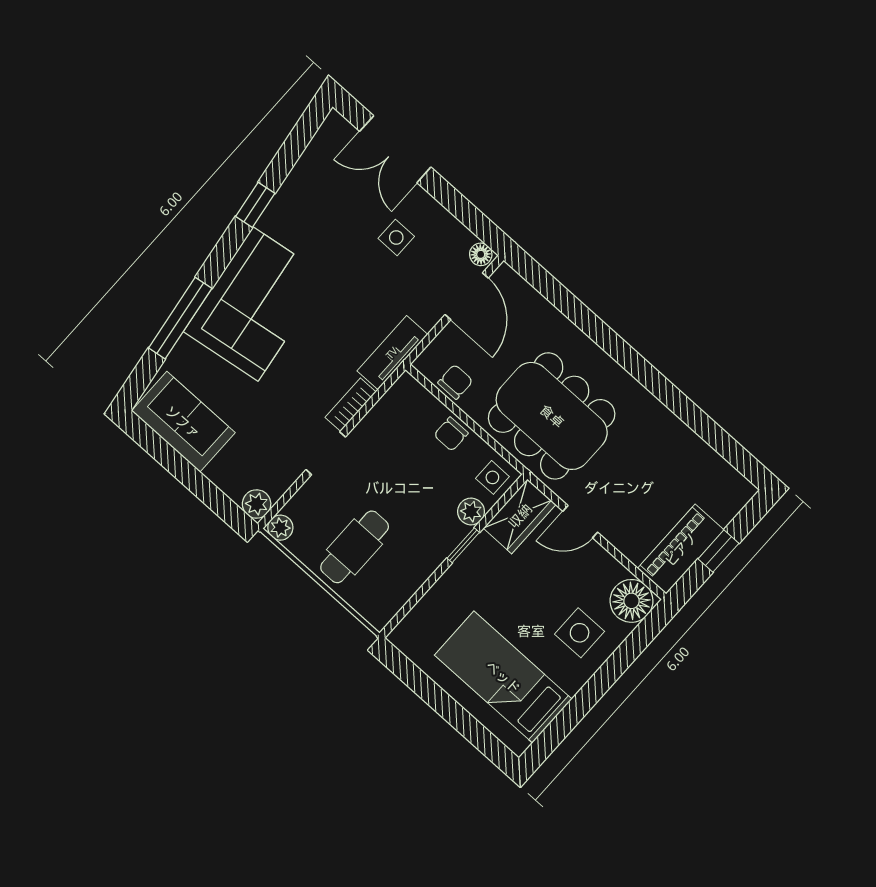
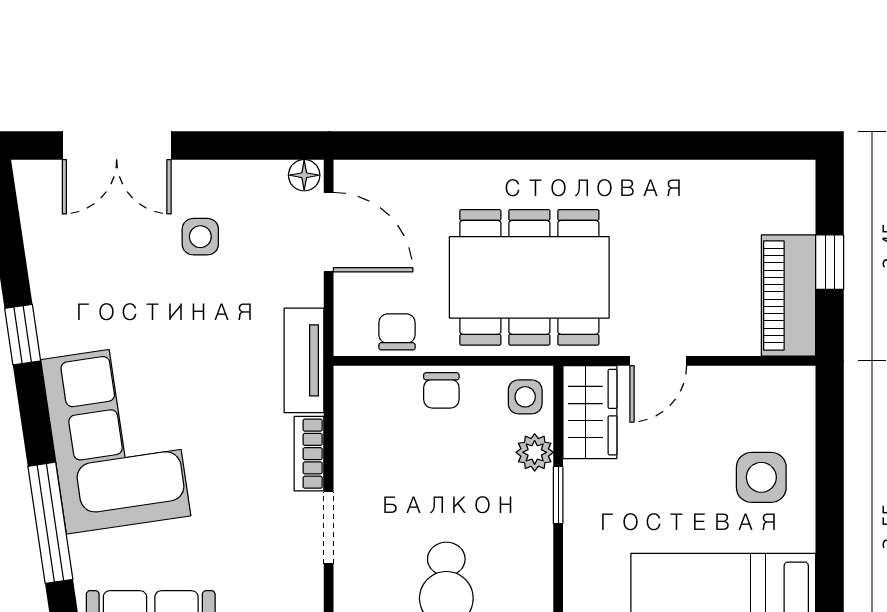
floor lamp: (631, 601) -> (786, 396), removed

